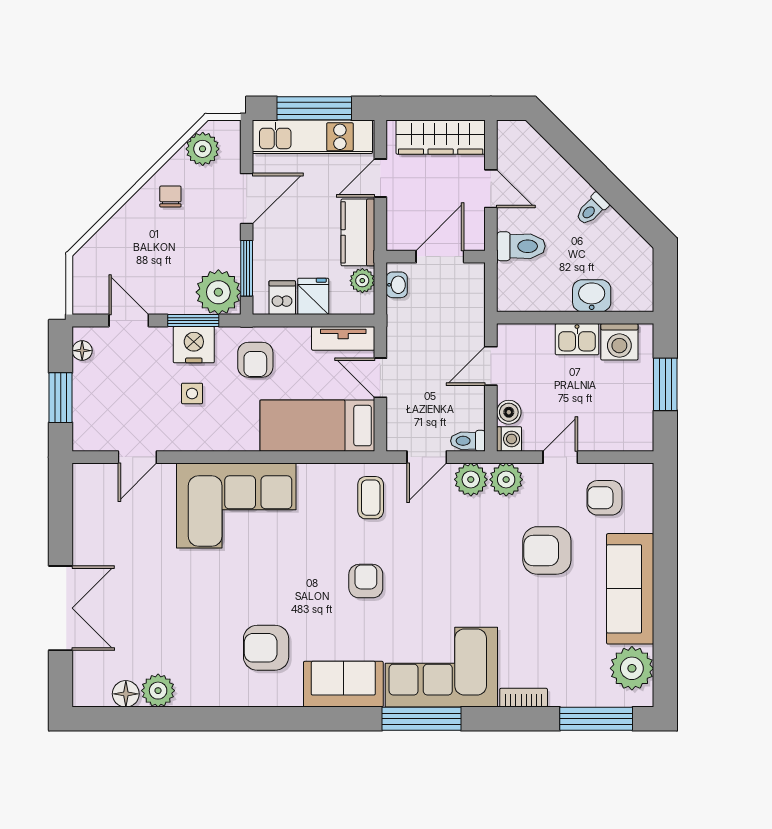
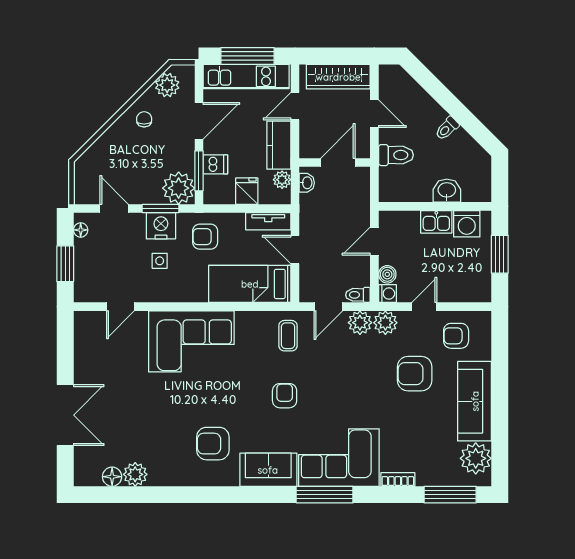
dishwasher: (282, 298) -> (215, 164), moved, turned 90
armchair: (255, 360) -> (205, 237), turned 90

